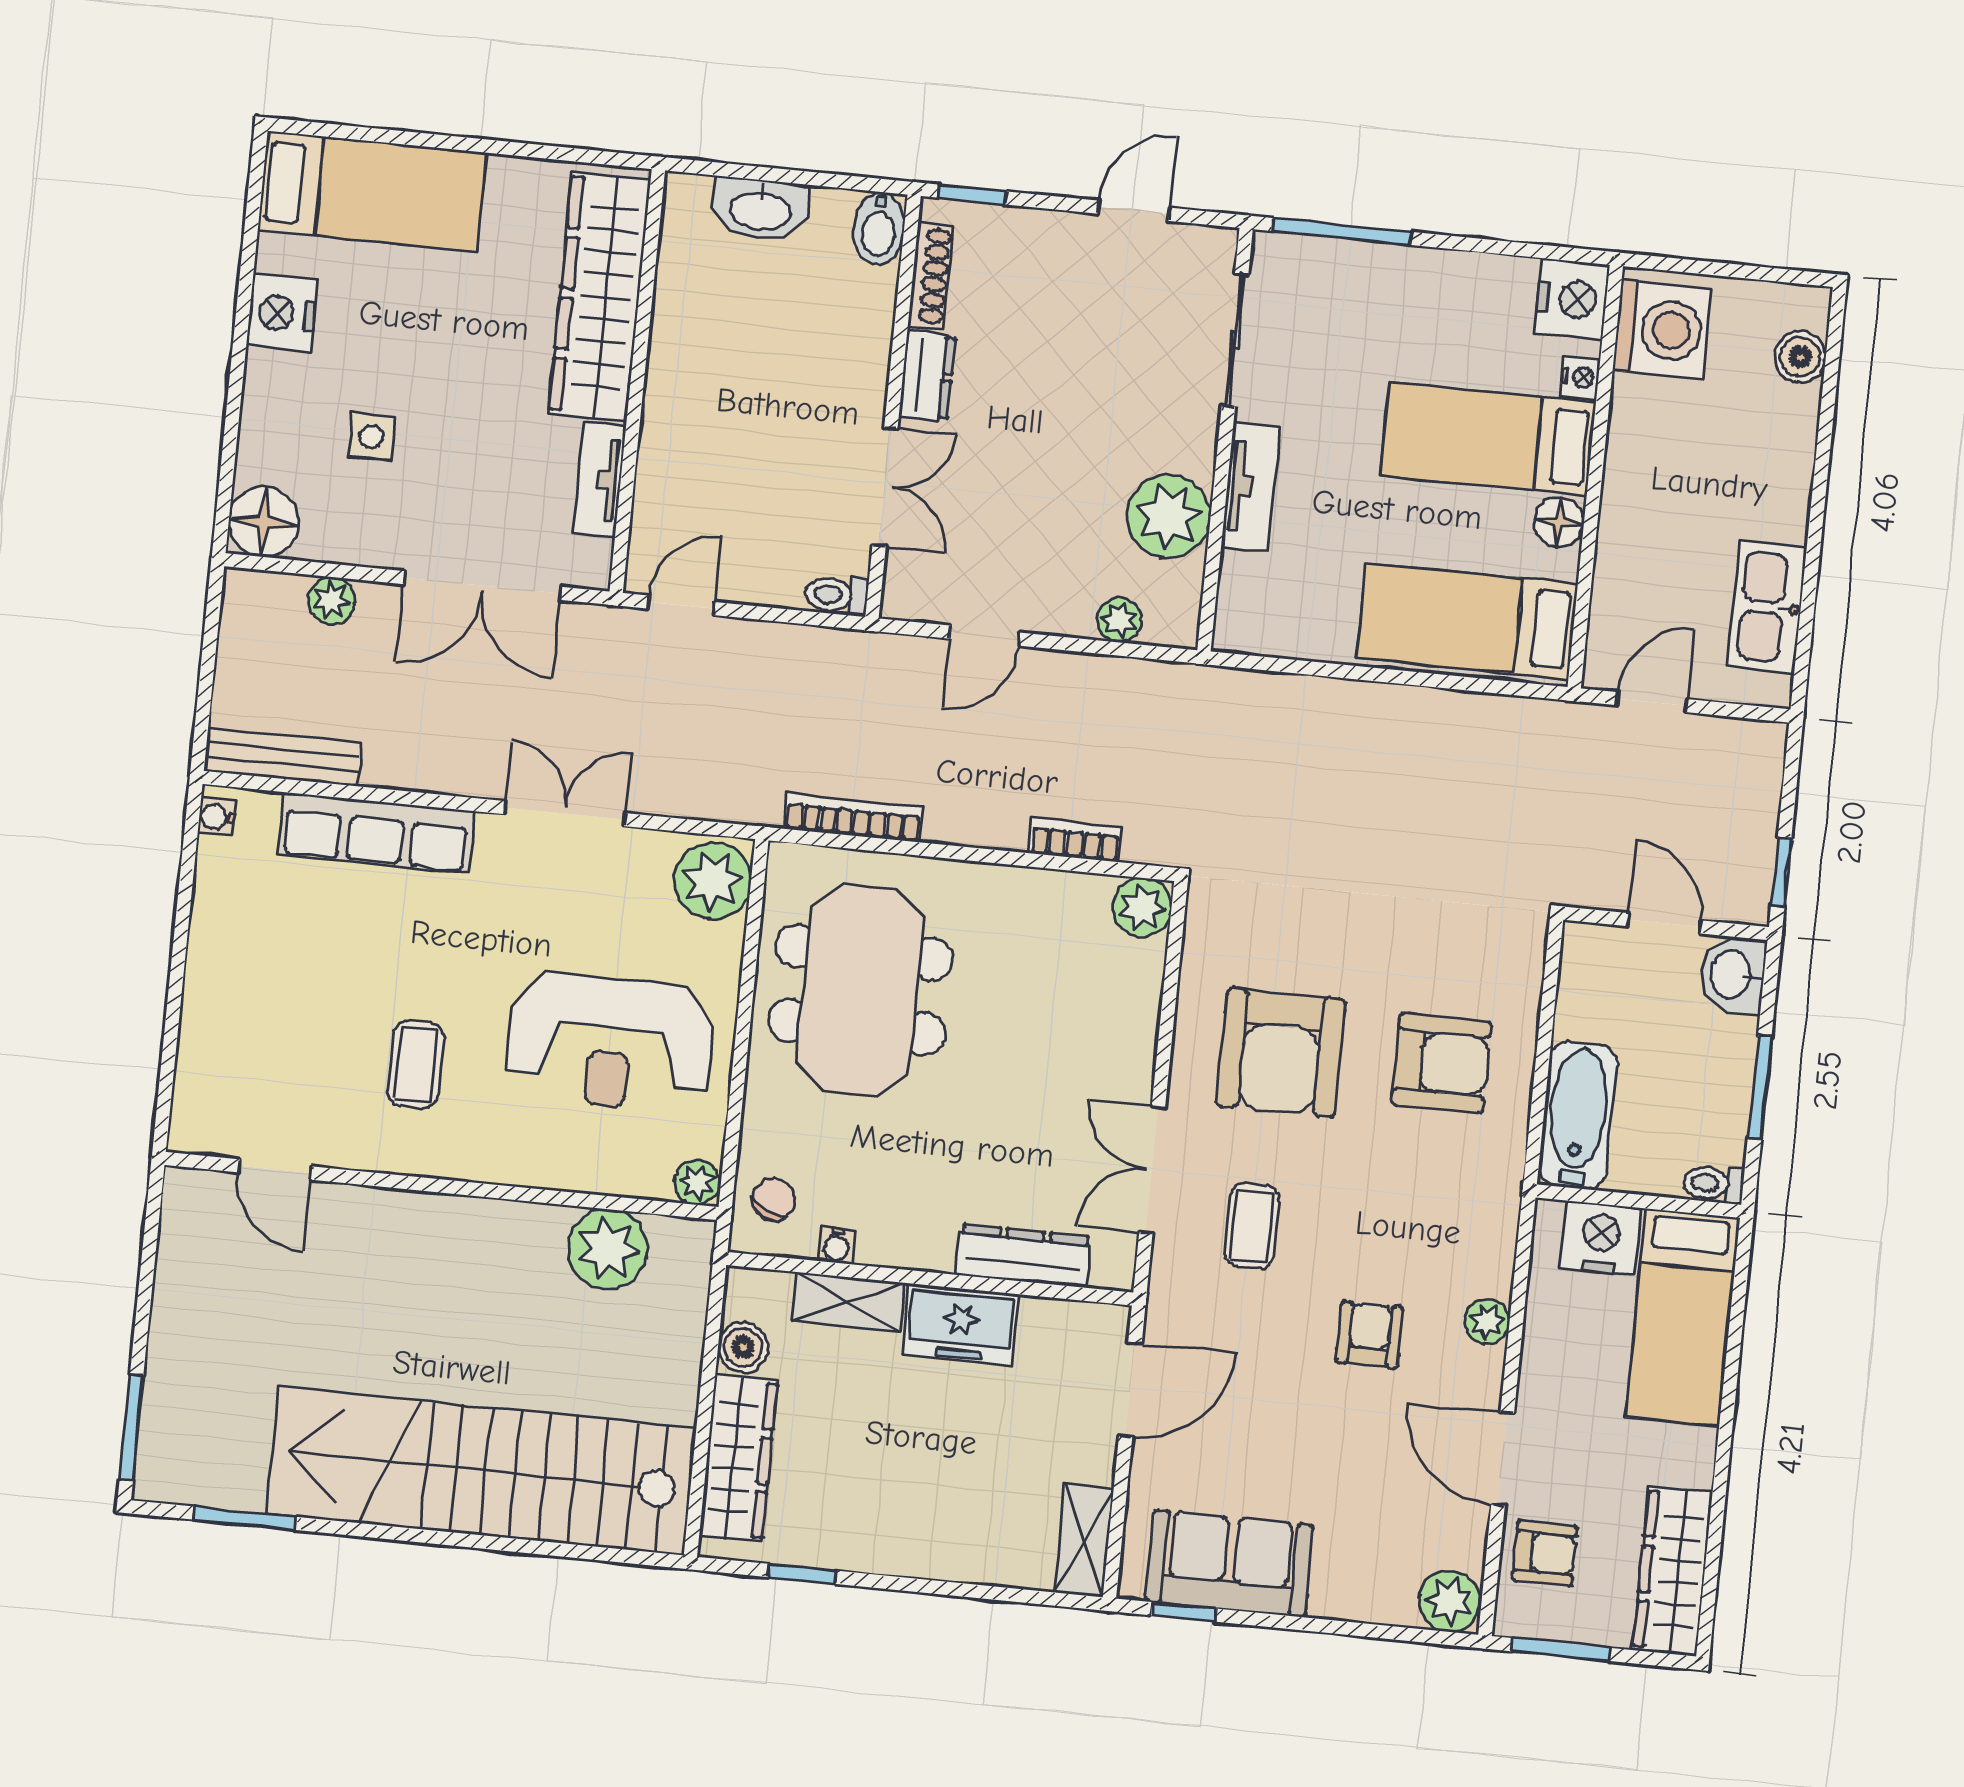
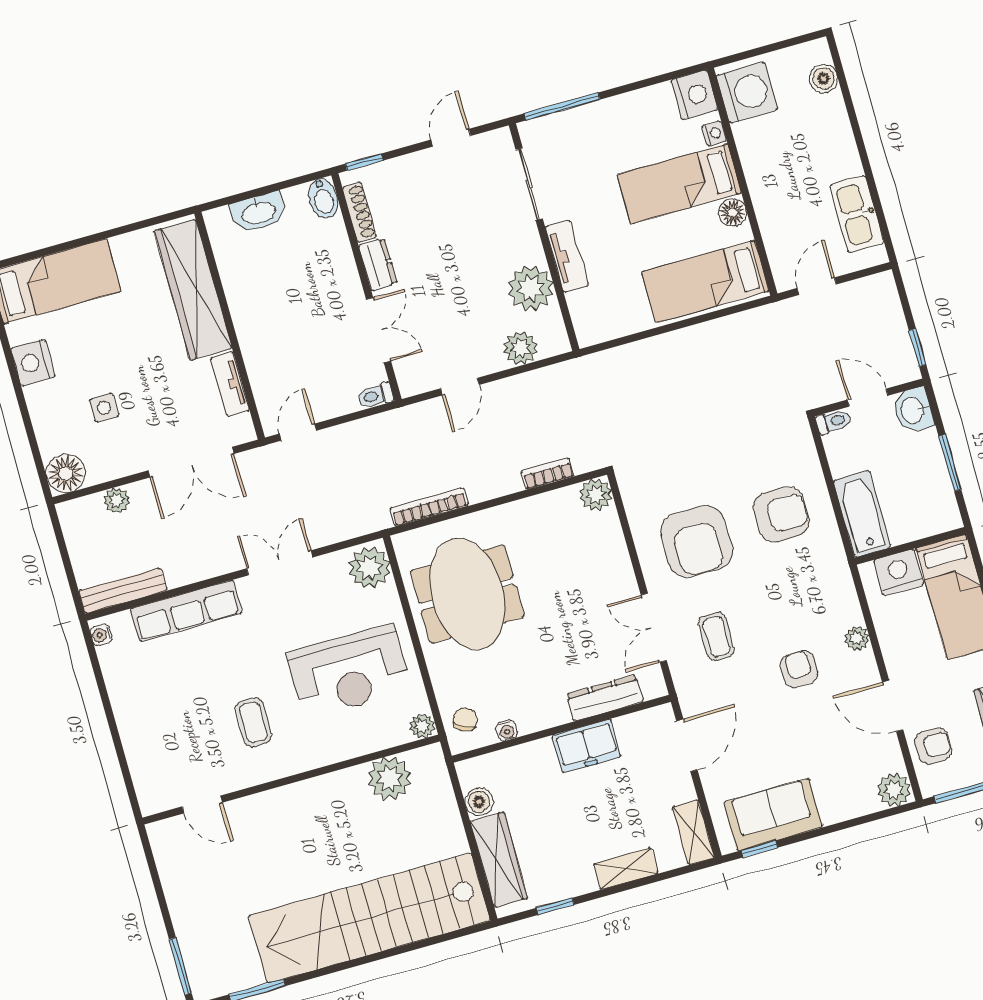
plant: (1119, 620) -> (520, 348), width x1.38, depth x1.38
toilet: (1713, 1184) -> (834, 421), moved, turned 180
shelving: (848, 1302) -> (626, 869), moved

